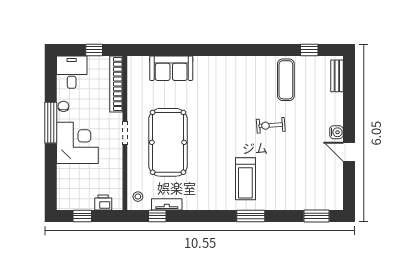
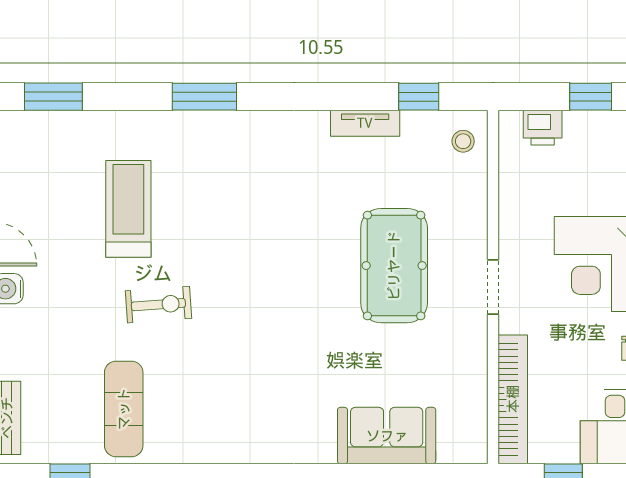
pool table: (168, 142) -> (394, 266), width x0.73, depth x0.76
treadmill: (245, 179) -> (128, 209), moved
tv unit: (167, 204) -> (365, 123), moved

